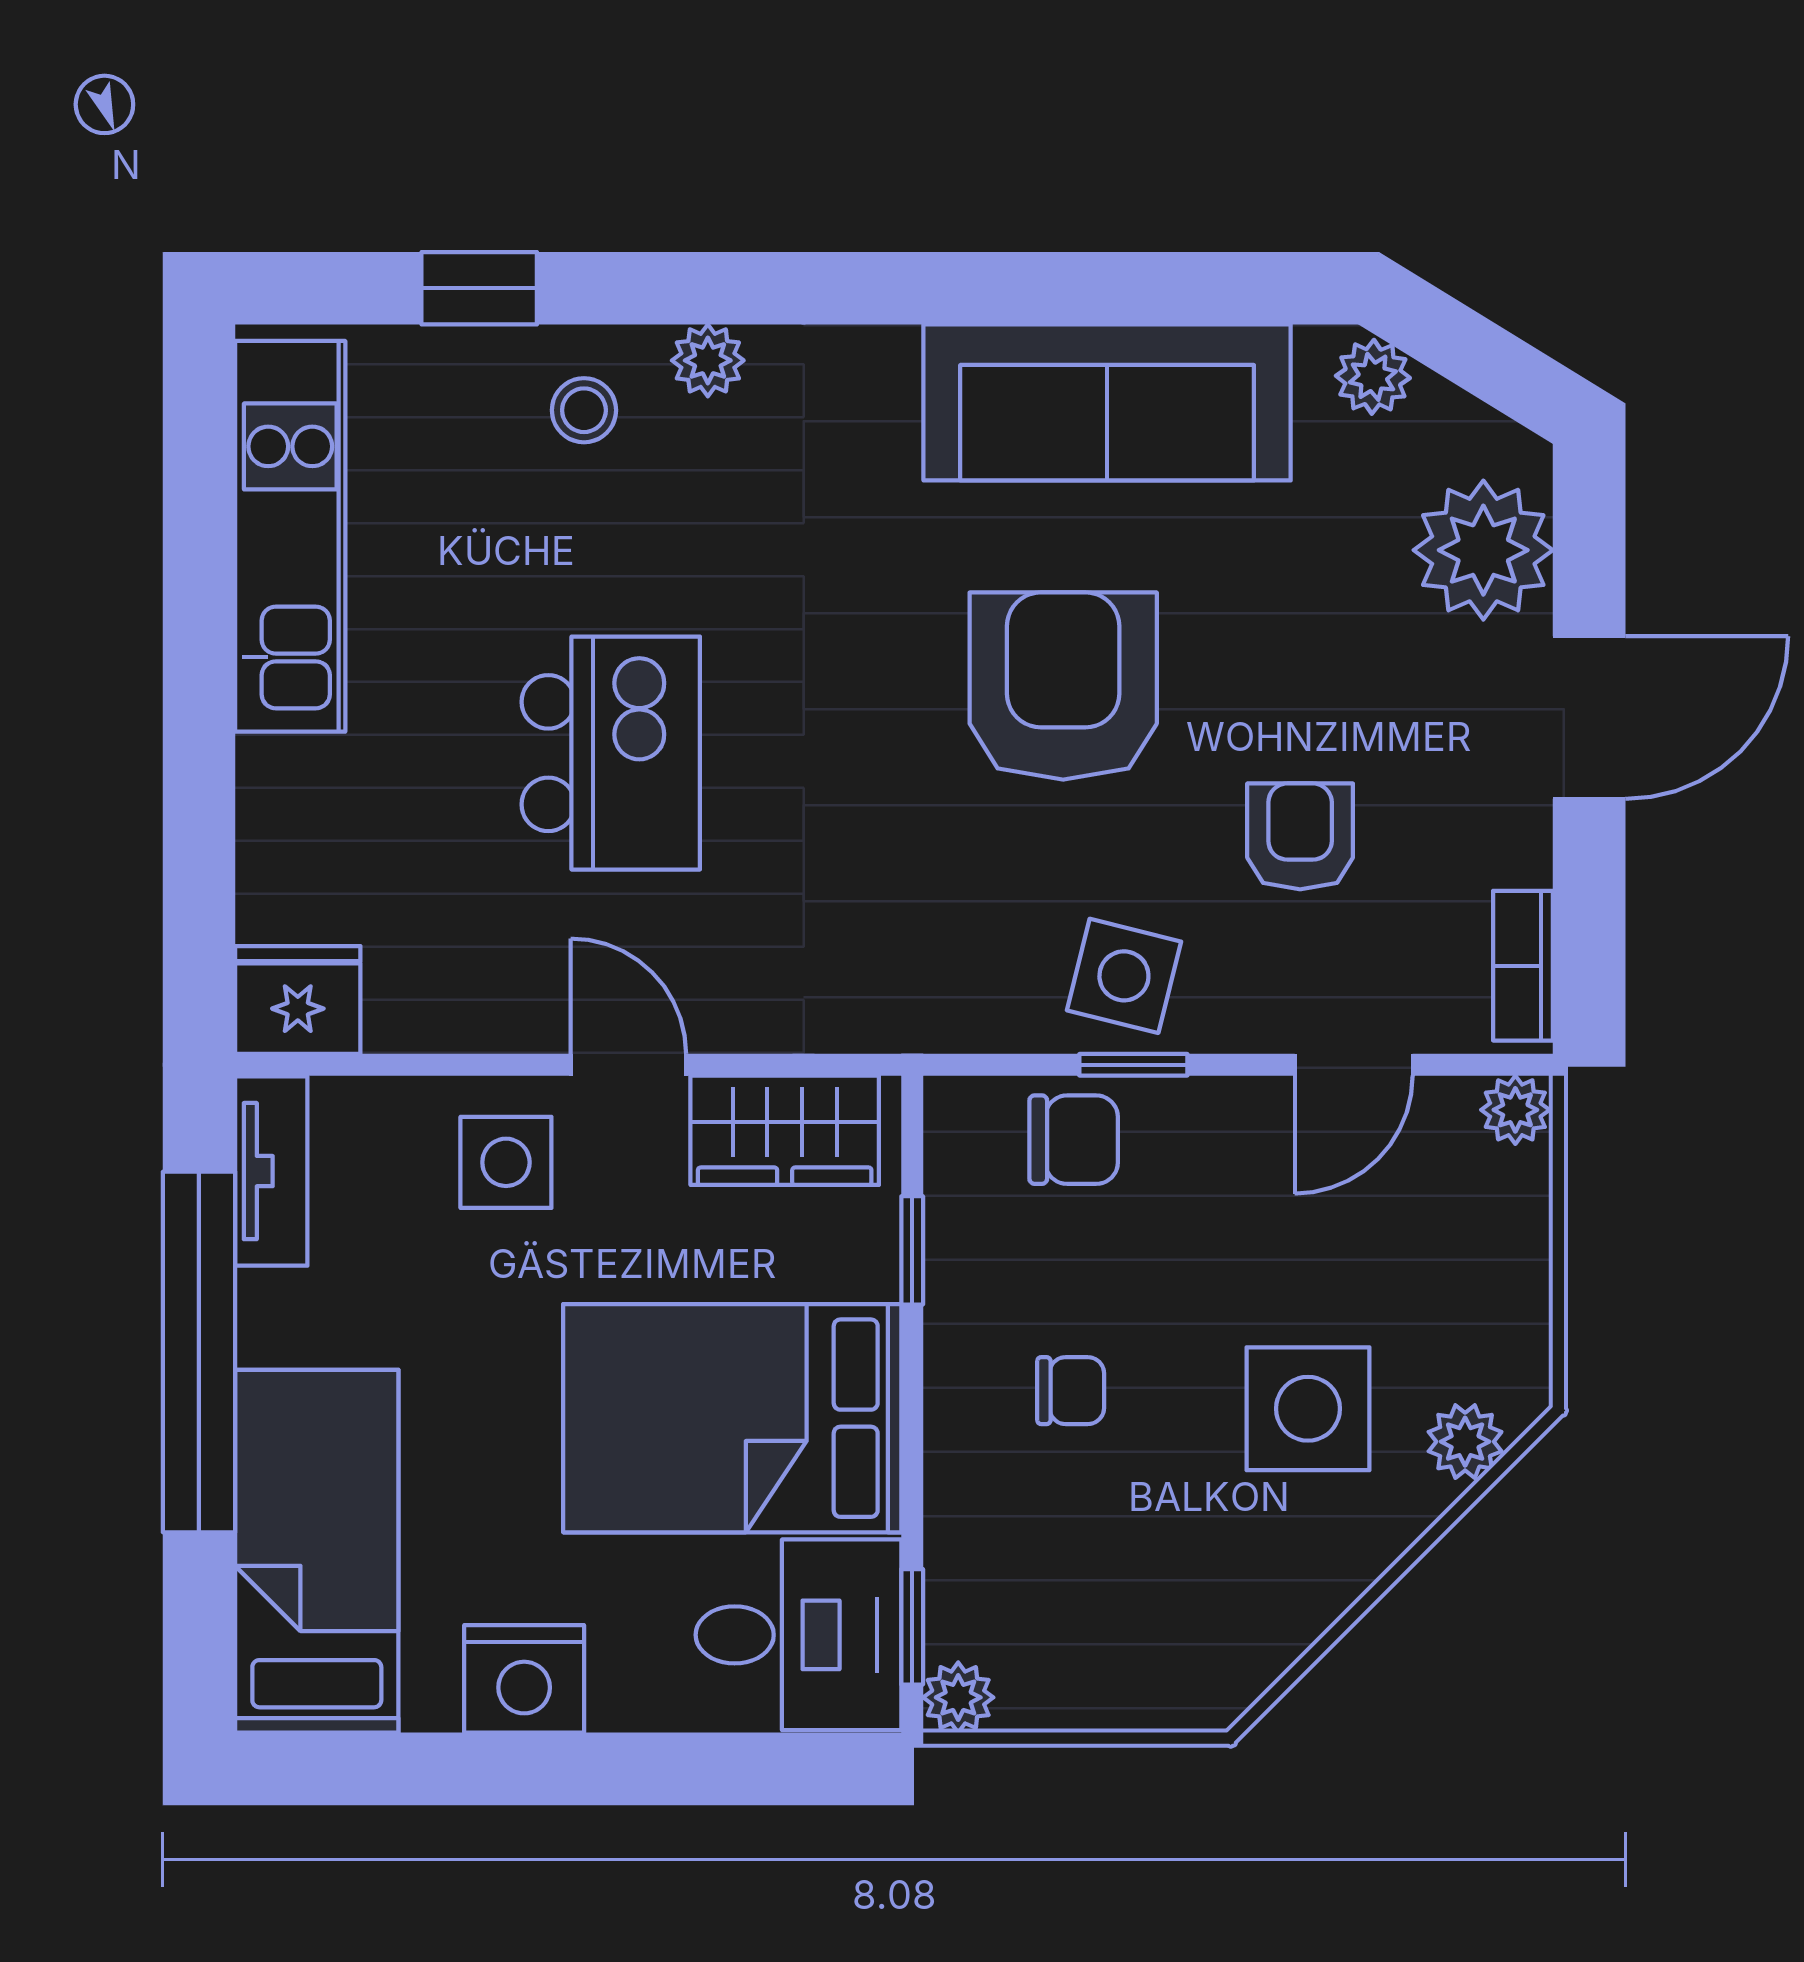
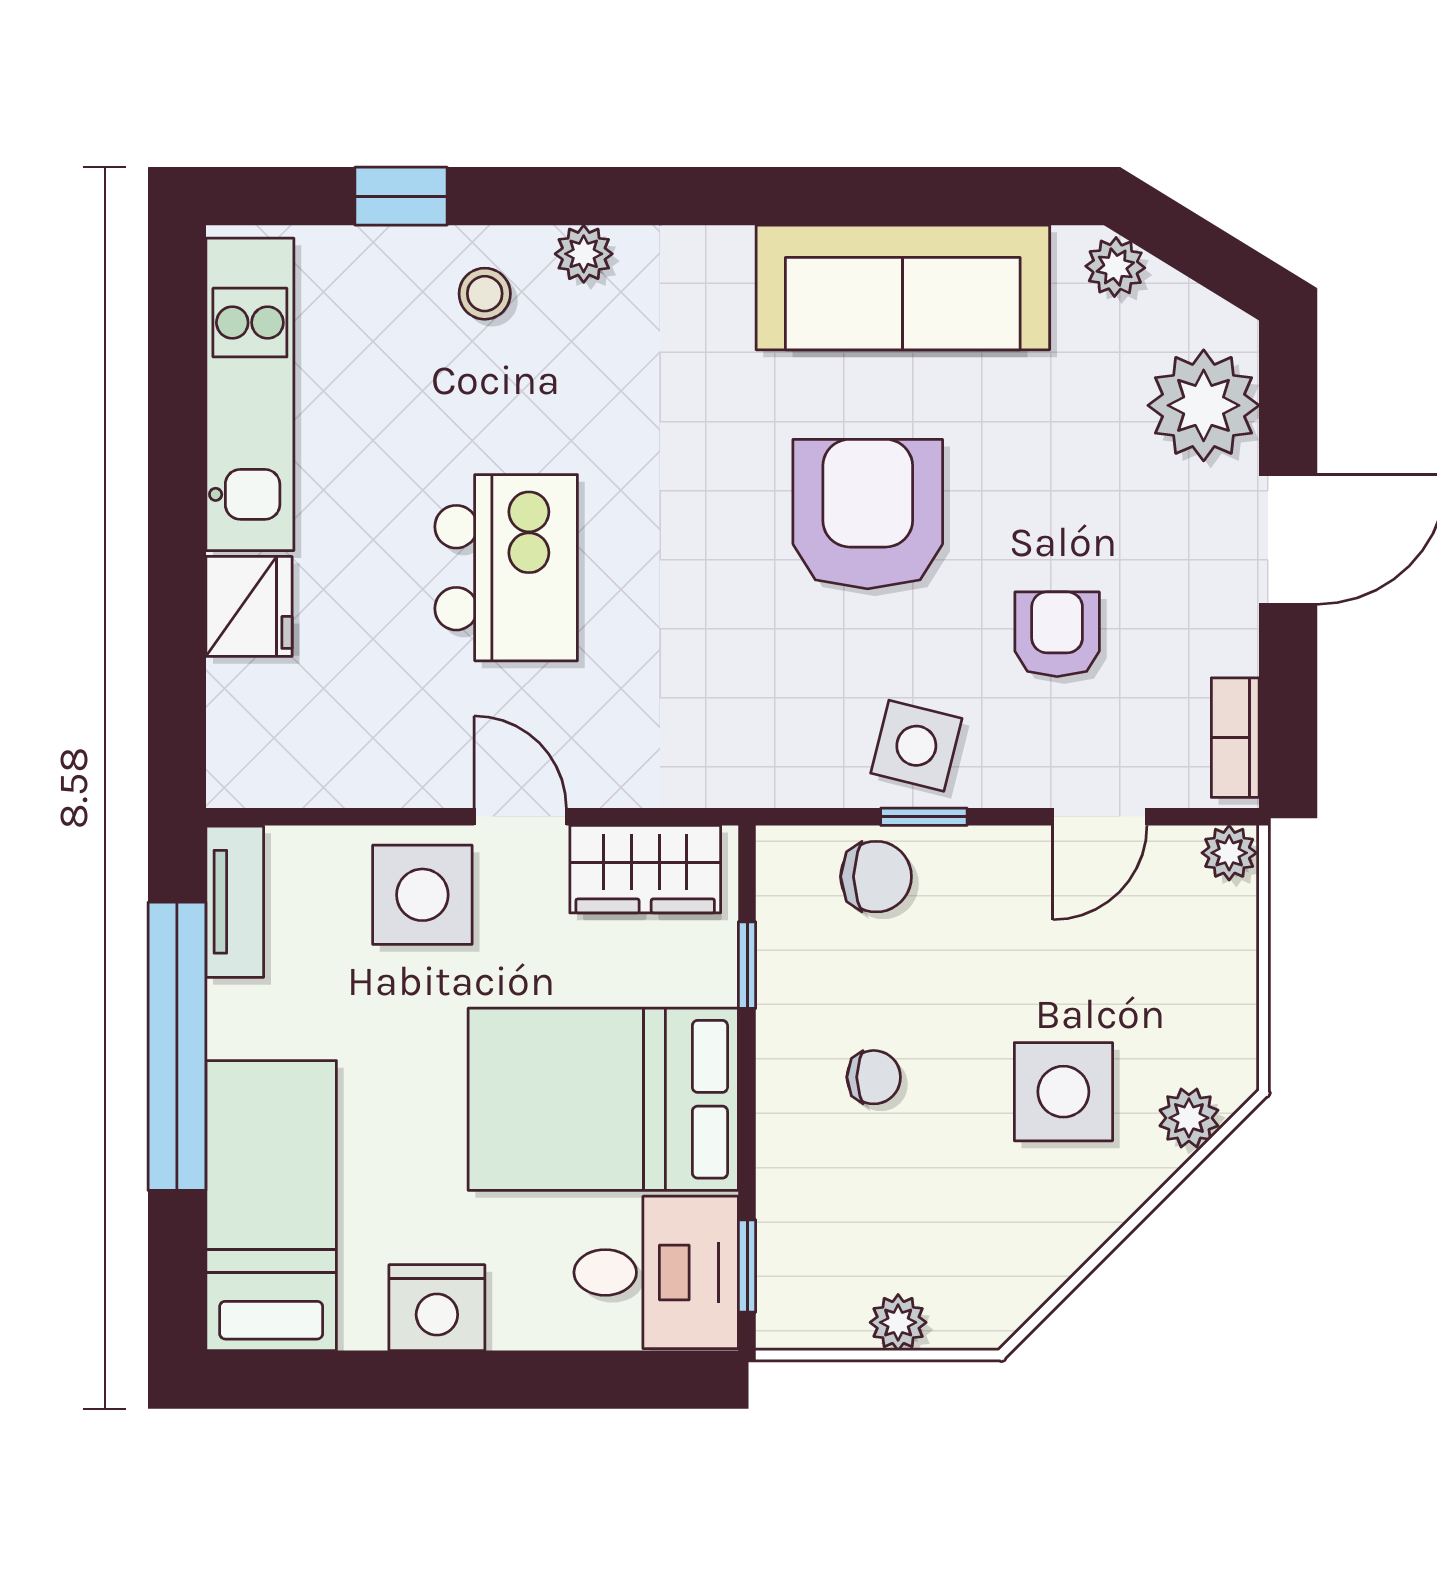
fridge: (298, 1000) -> (249, 606), moved, turned 90
side table: (506, 1162) -> (422, 895), width x1.37, depth x1.37
plant: (958, 1697) -> (898, 1322), moved

